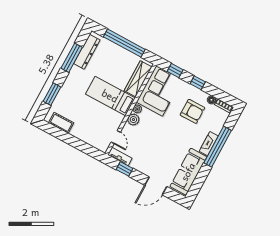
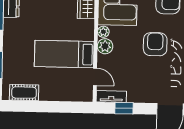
bed: (110, 96) -> (64, 54), moved
armchair: (169, 136) -> (155, 44), added

